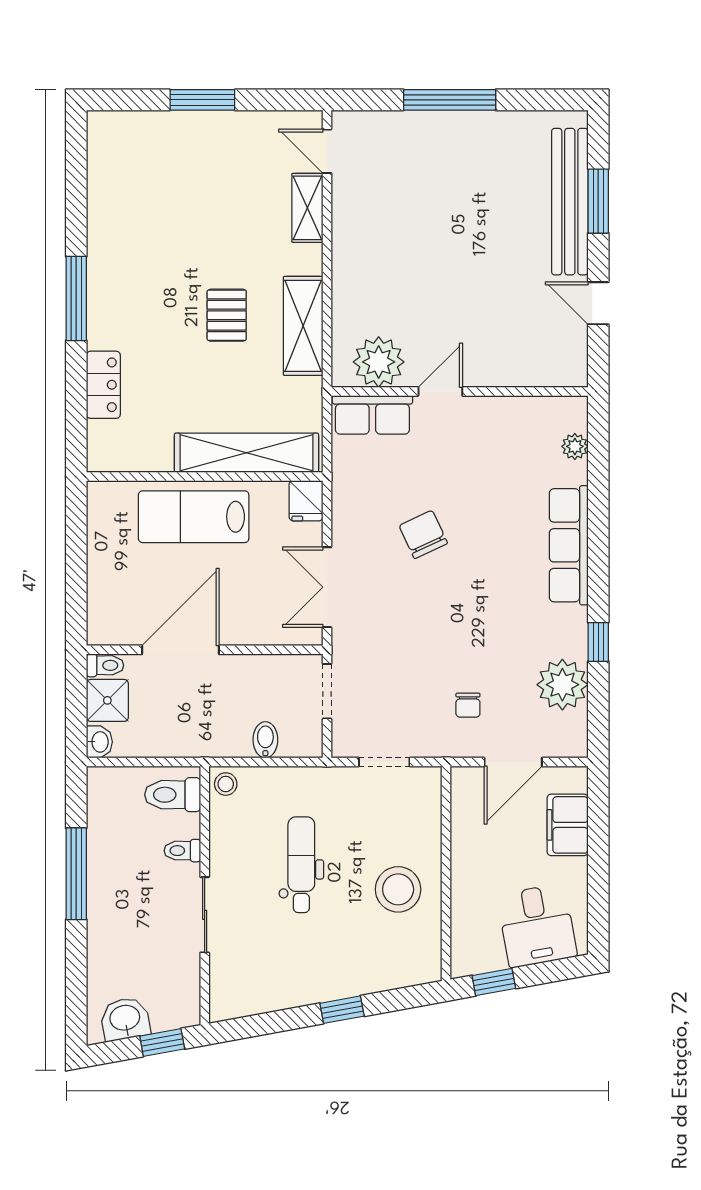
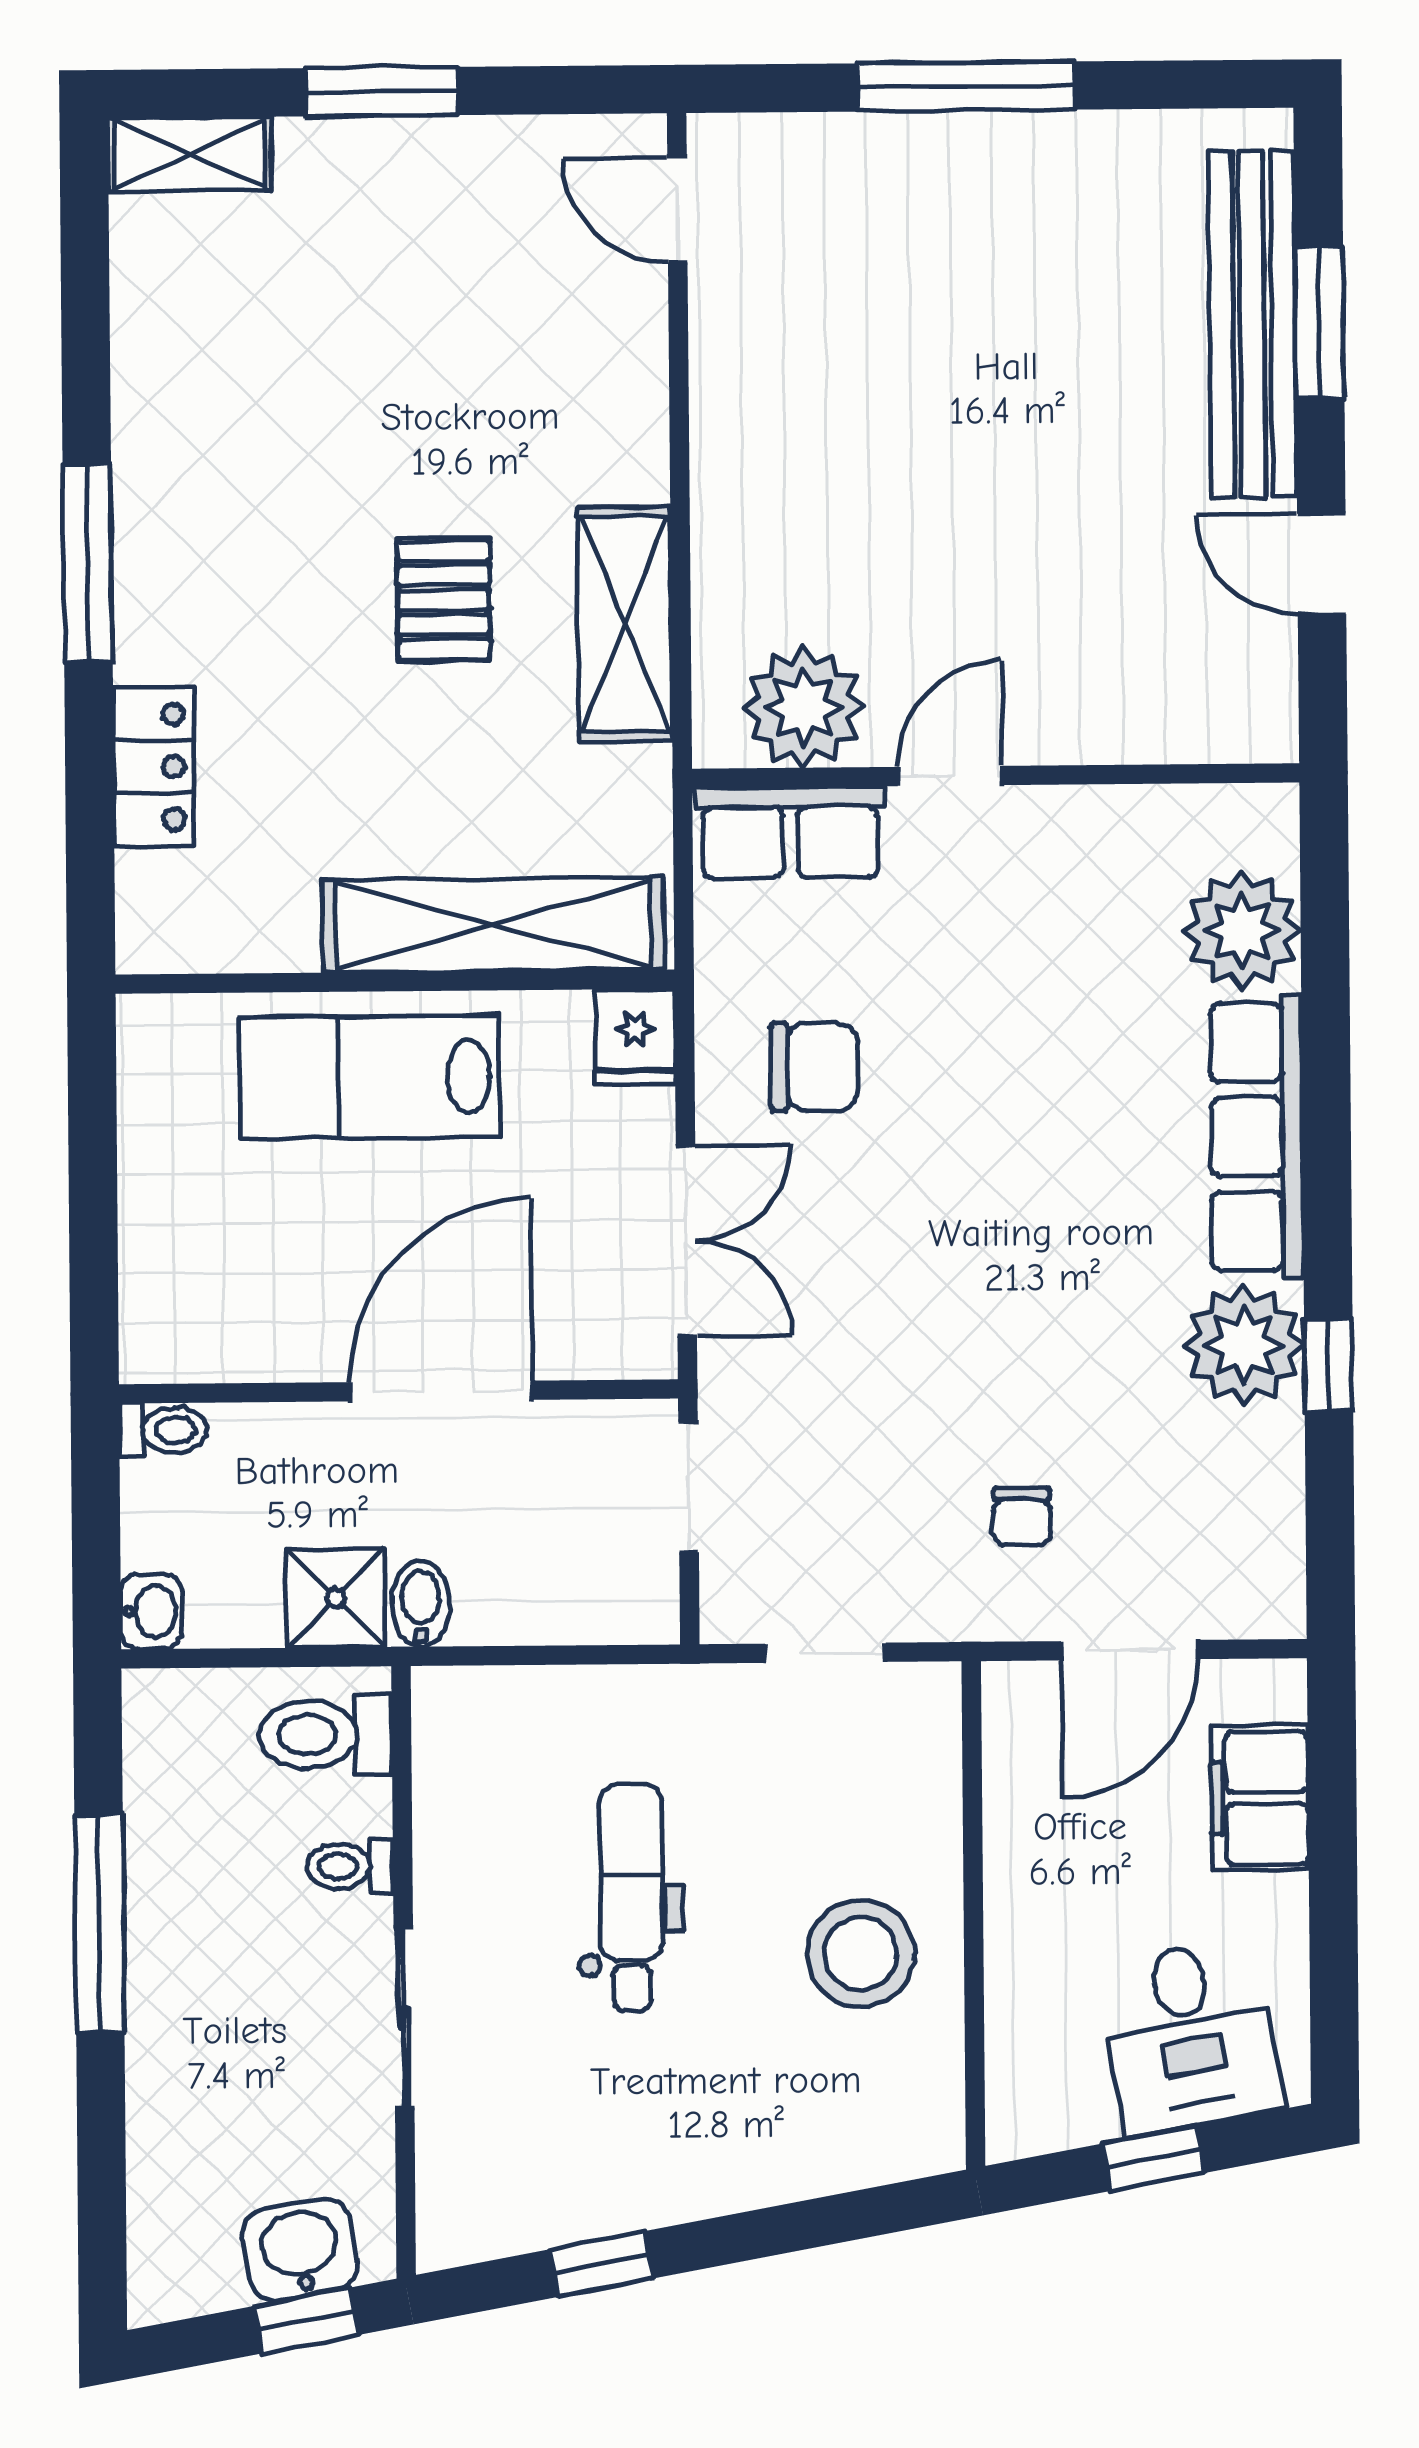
shelving: (307, 208) -> (189, 154), moved, turned 90
plant: (575, 446) -> (1242, 931), width x1.88, depth x1.88
chair: (423, 534) -> (814, 1067), moved, turned 115
double door: (327, 587) -> (686, 1241), swing flipped
door: (181, 650) -> (441, 1391), moved
plant: (562, 685) -> (1244, 1345), moved
shower: (107, 700) -> (336, 1598), moved
bidet: (265, 740) -> (421, 1604), moved
stool: (226, 784) -> (451, 1708), removed
window: (494, 982) -> (1153, 2158), moved
window: (342, 1010) -> (601, 2264), moved
washbasin: (125, 1019) -> (300, 2250), moved

